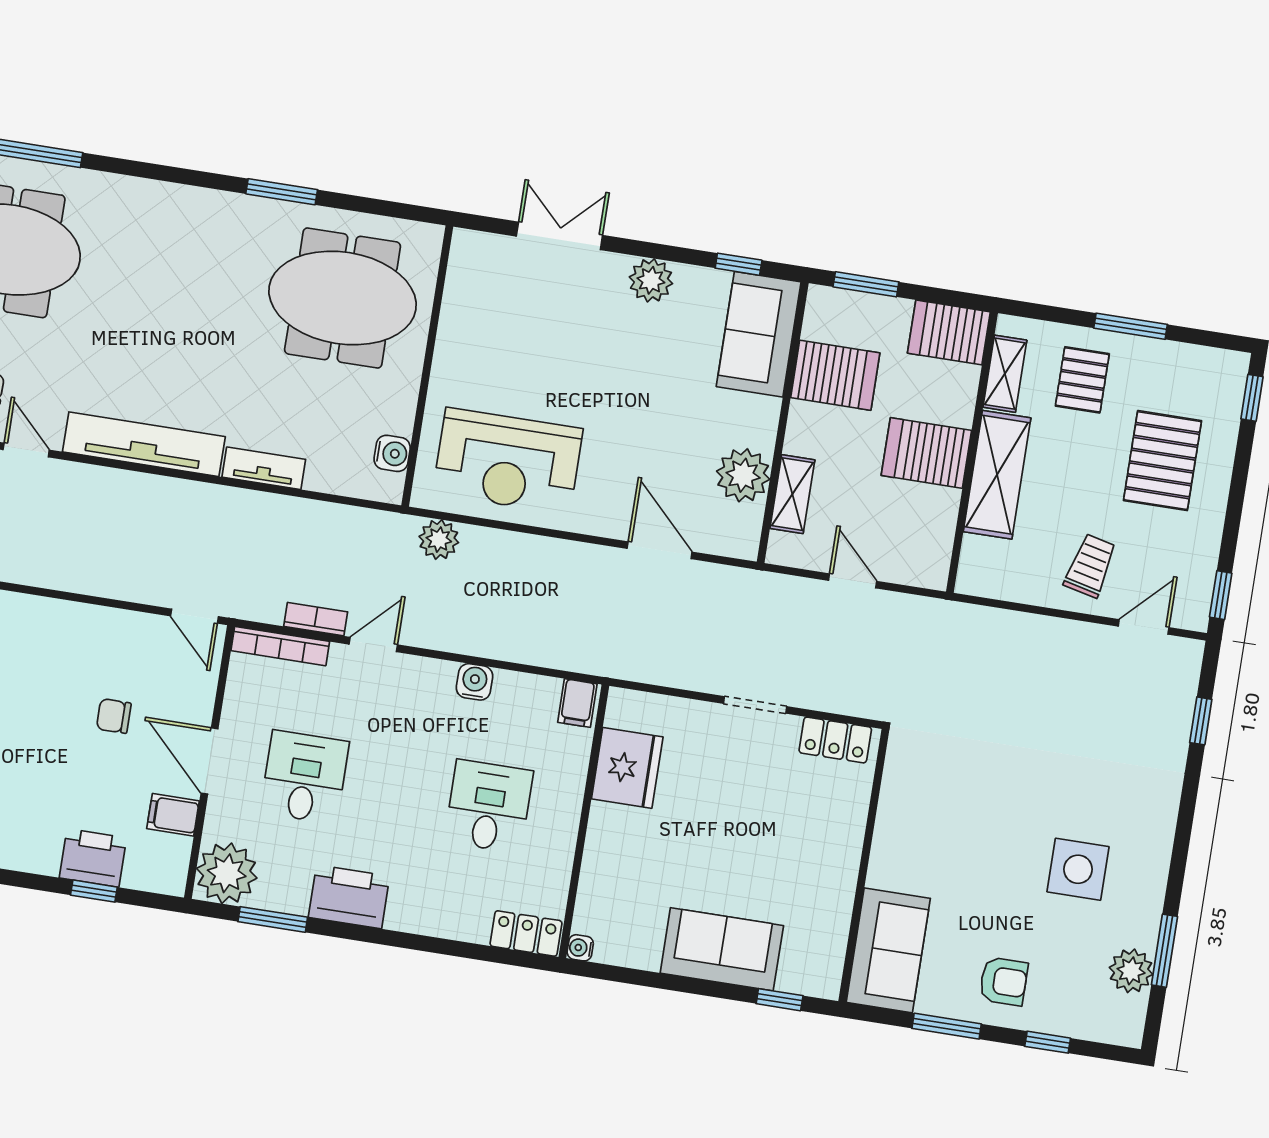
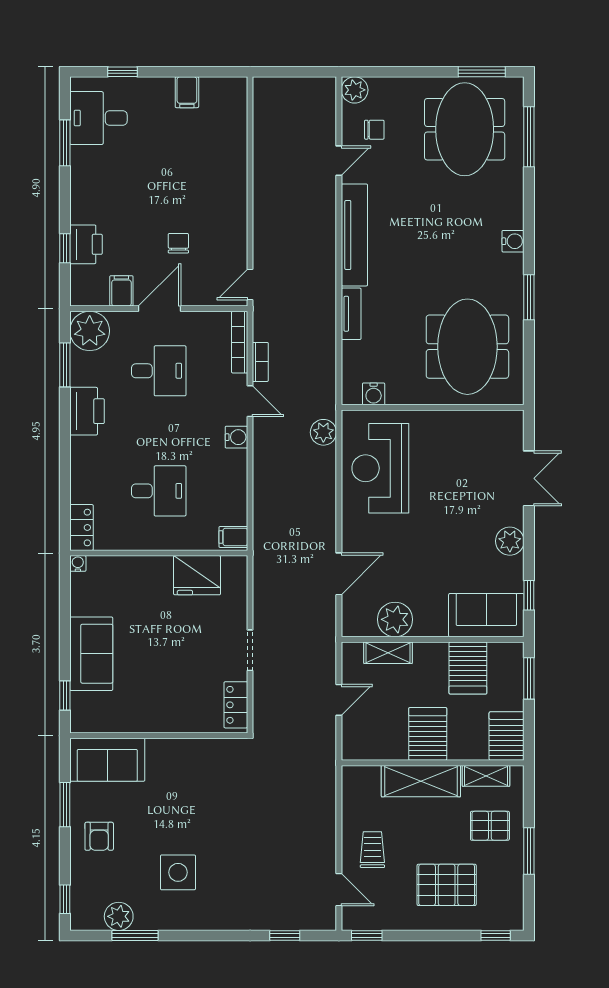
water cooler: (192, 203) -> (513, 241), added
trolley: (1090, 566) -> (372, 850), turned -103
water cooler: (474, 682) -> (236, 437), moved
window: (1048, 1042) -> (65, 899), moved

